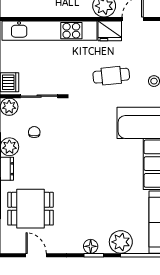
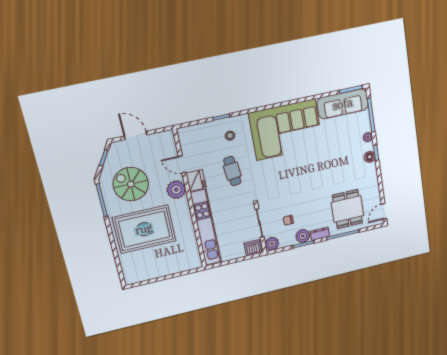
plant: (121, 242) -> (368, 137), width x0.53, depth x0.53
door: (36, 255) -> (384, 211), moved

